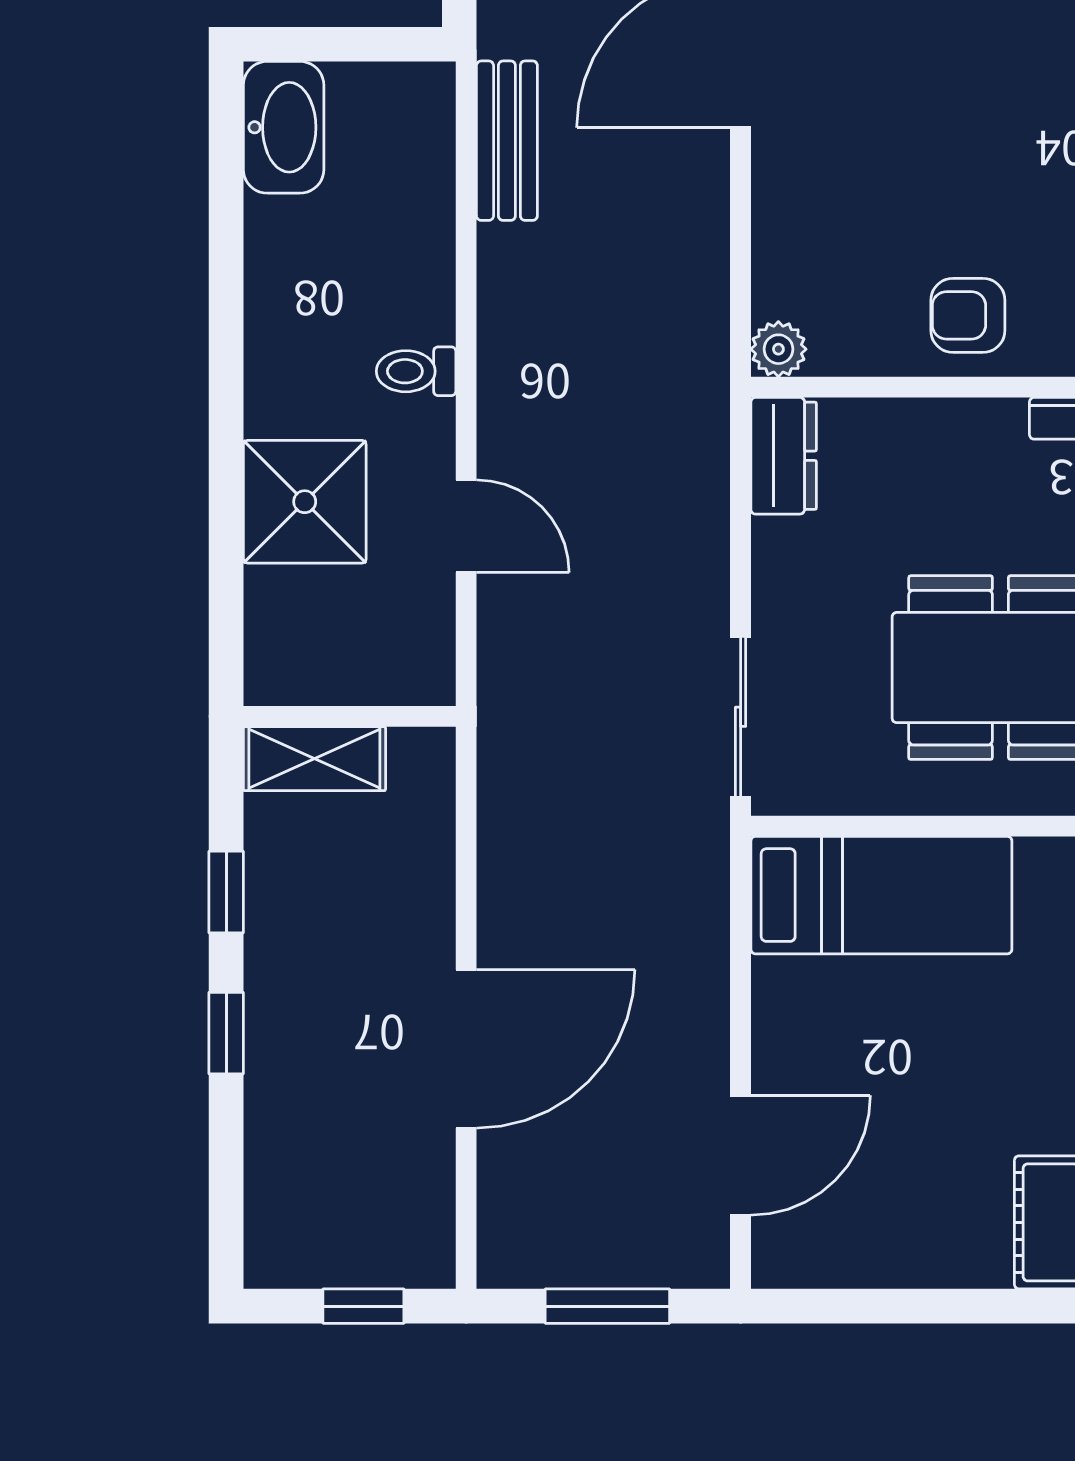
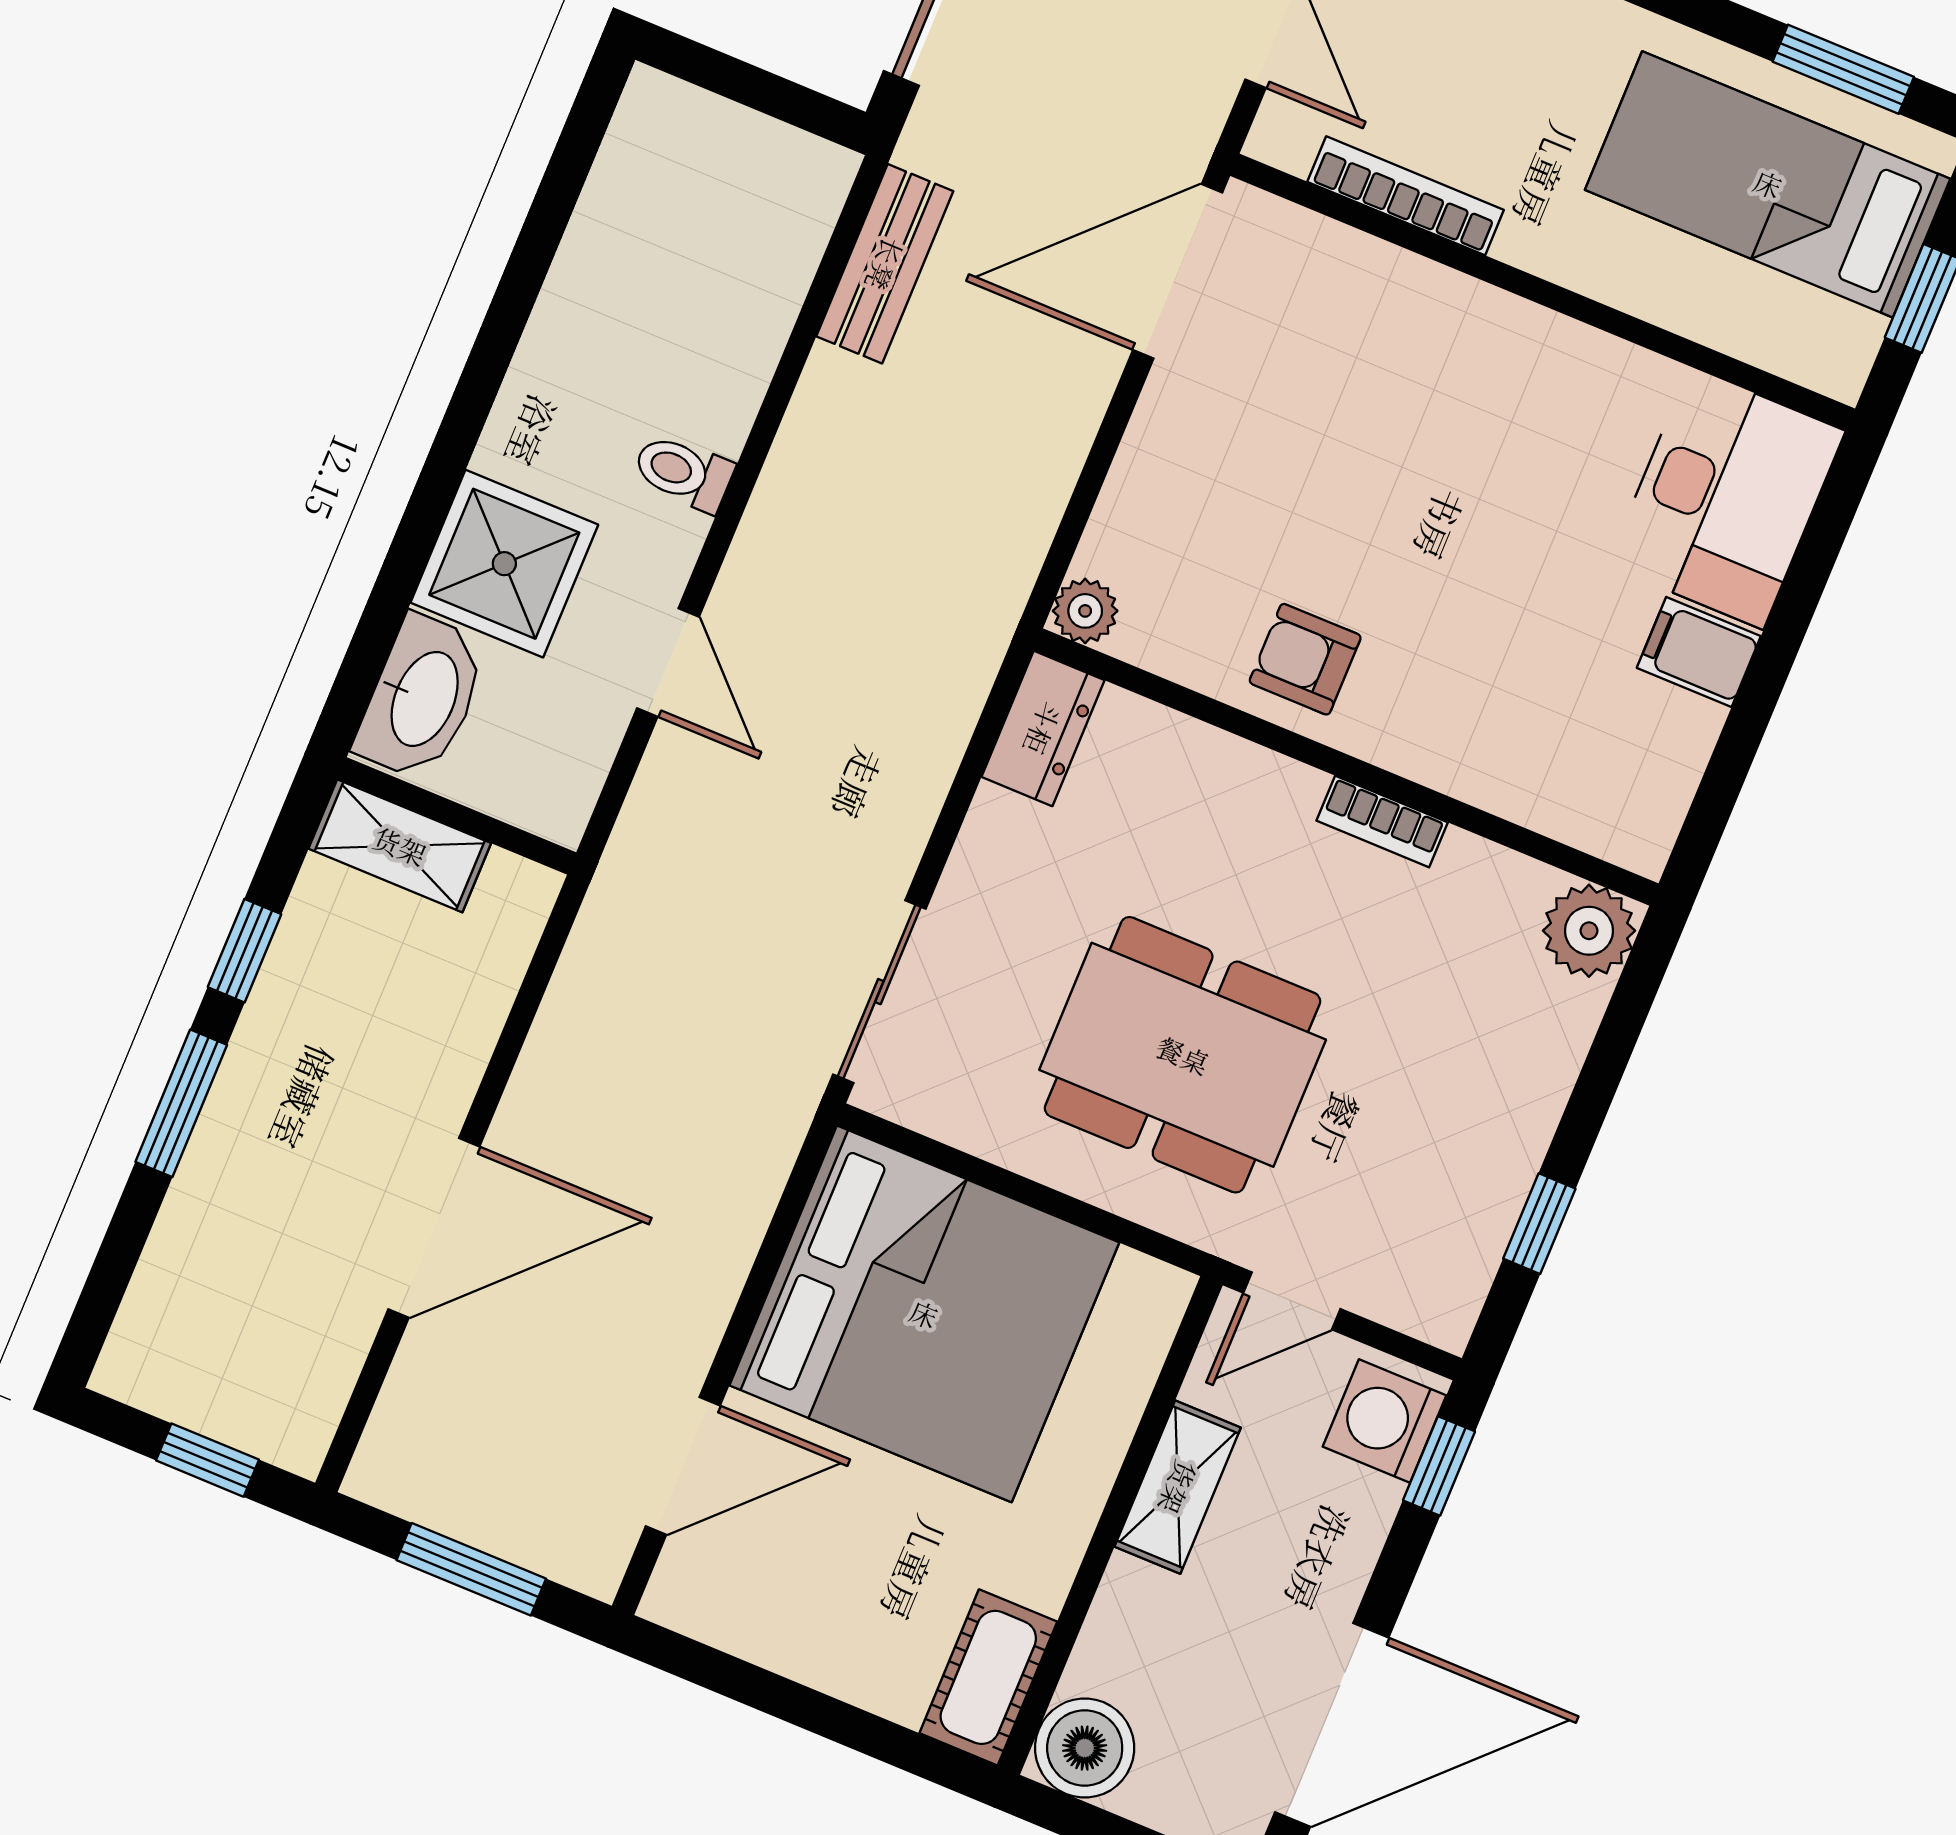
washbasin: (284, 127) -> (422, 698), moved
bed: (881, 895) -> (924, 1314), width x2.04
window: (226, 1033) -> (181, 1103), width x1.50

